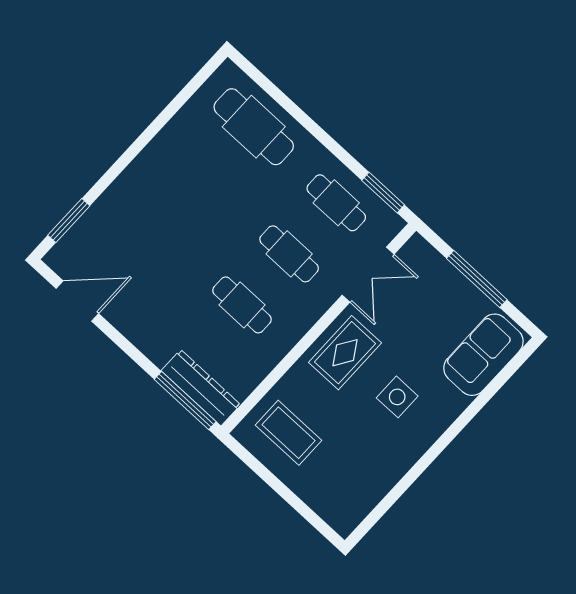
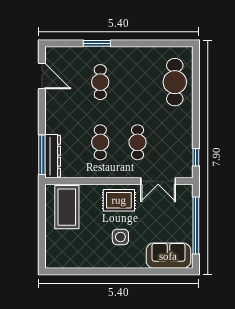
window: (383, 193) -> (196, 157), width x0.67
cafe table: (336, 203) -> (100, 82), moved
window: (69, 221) -> (97, 43), moved
window: (477, 279) -> (196, 225), width x1.46
coffee table: (289, 433) -> (67, 207), width x1.36, depth x1.32

